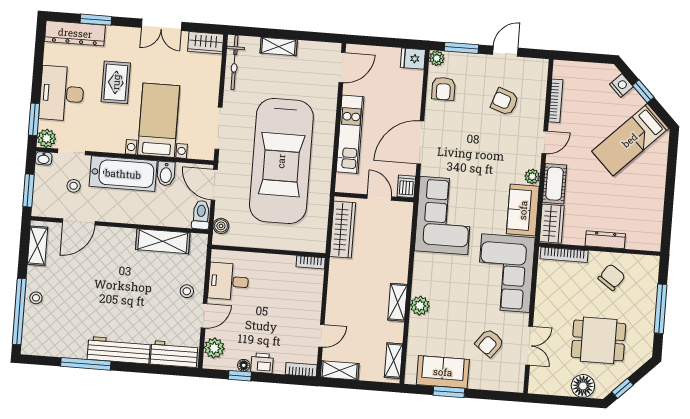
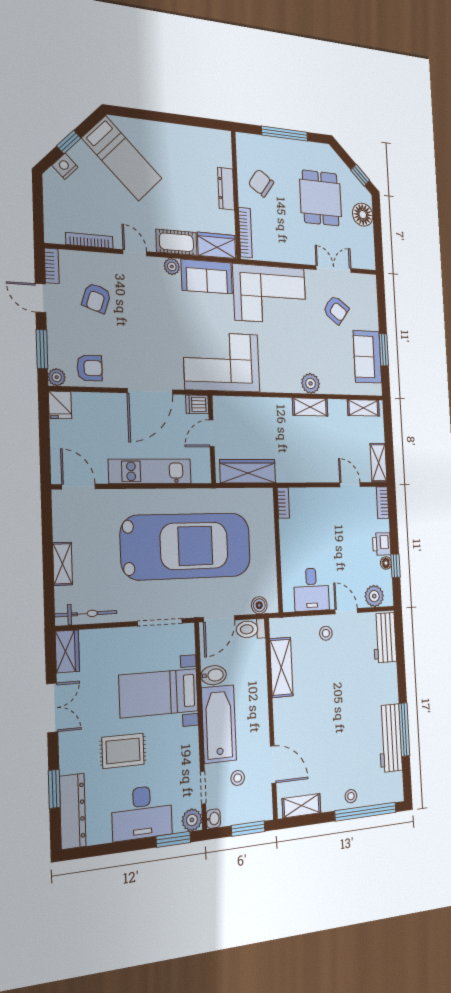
bookcase: (533, 64) -> (52, 266), added
door: (420, 142) -> (150, 391), hinge flipped
workbench: (119, 350) -> (390, 738), moved

